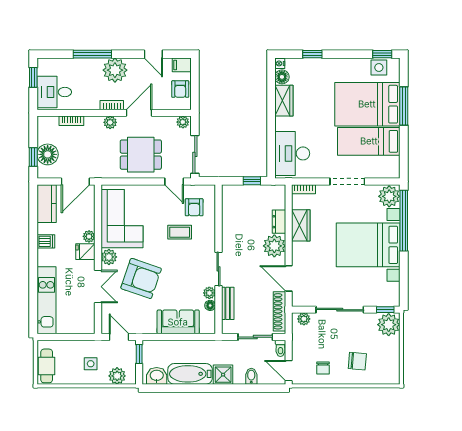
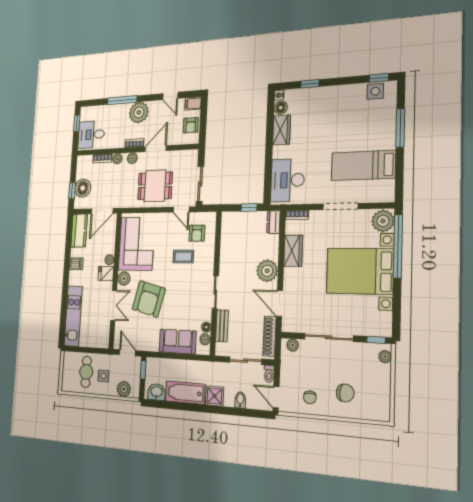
bed: (367, 104) -> (363, 128), removed
plant: (183, 122) -> (117, 159), moved
dresser: (279, 222) -> (273, 222), moved
armchair: (141, 278) -> (149, 299), turned 85
plant: (209, 293) -> (205, 339), moved
plant: (389, 325) -> (385, 357), width x0.53, depth x0.53
cafe table: (47, 366) -> (86, 372), moved

